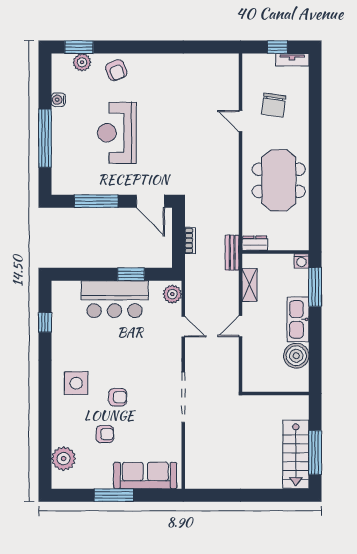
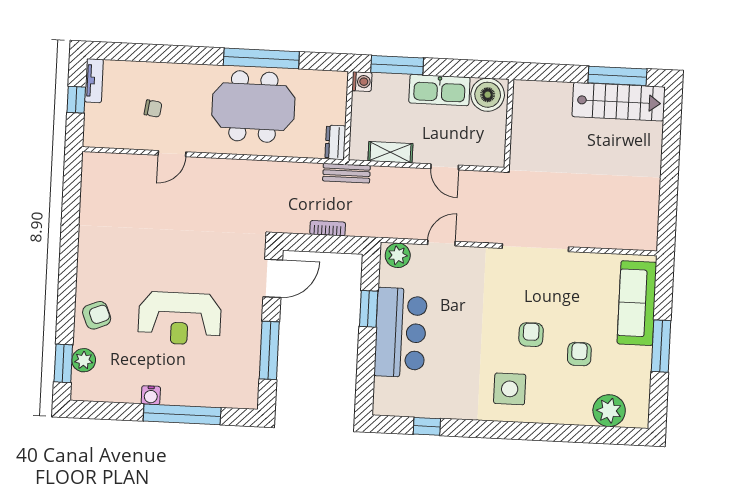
water cooler: (58, 100) -> (151, 395), moved
chair: (274, 105) -> (153, 109), width x0.54, depth x0.54
window: (315, 184) -> (261, 58), added
wall: (275, 393) -> (509, 123), moved

